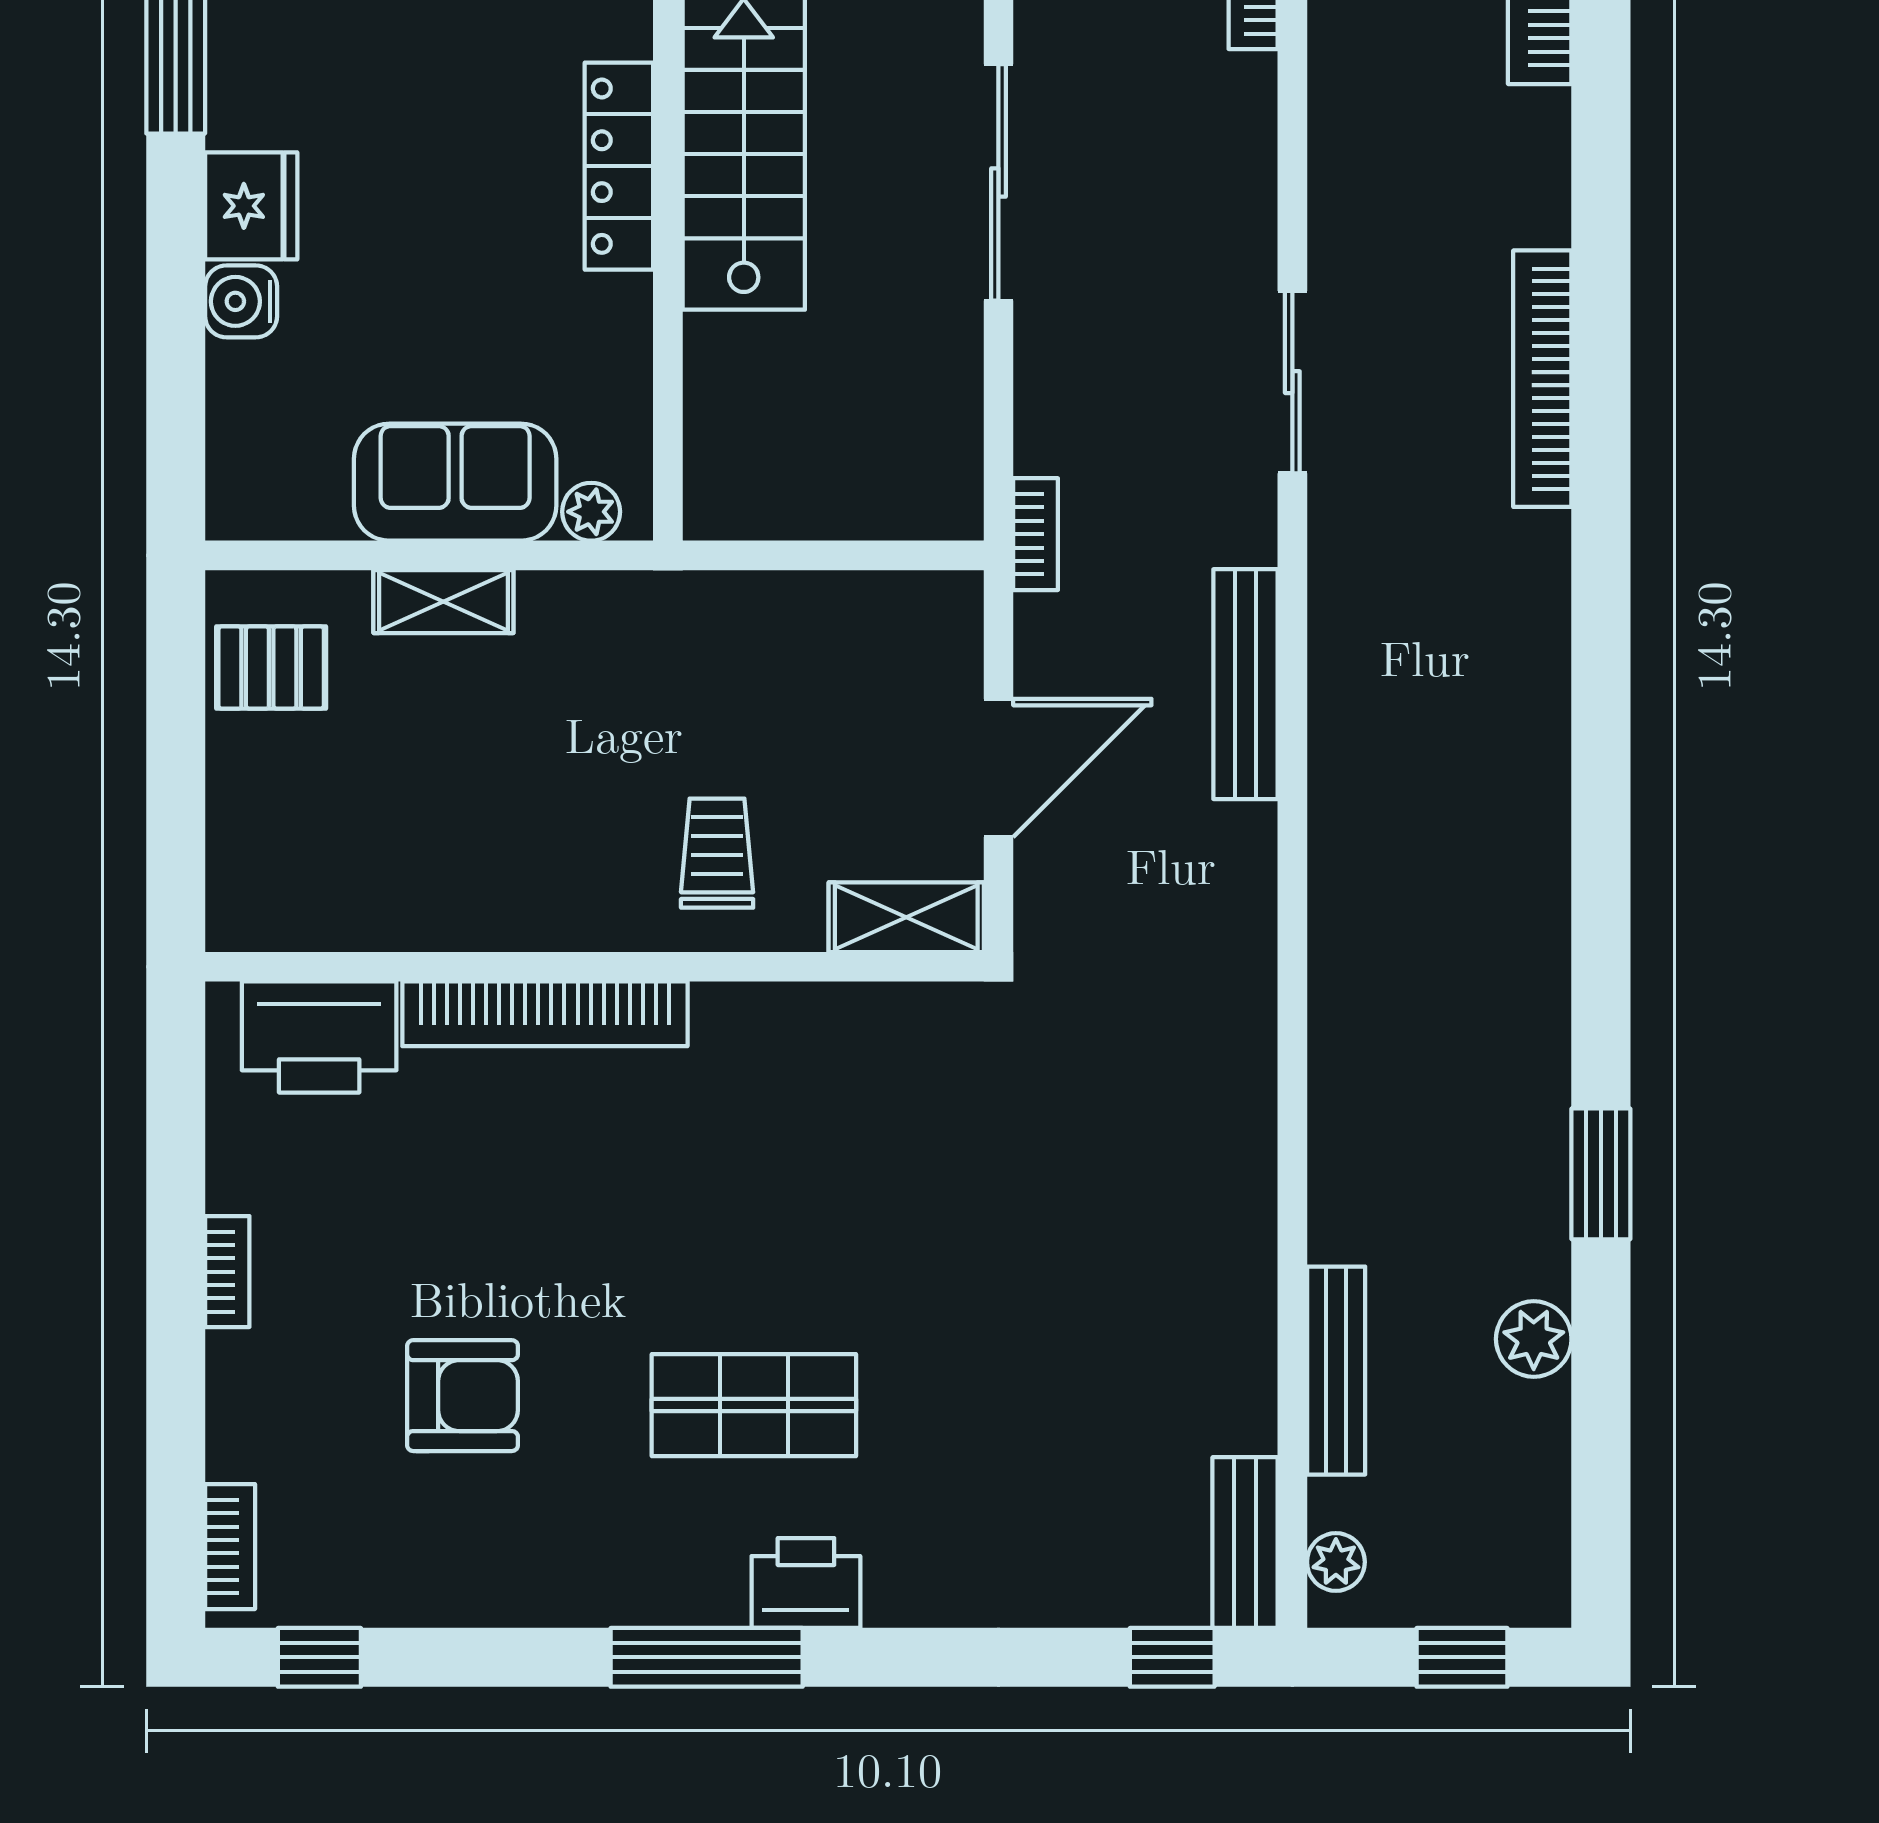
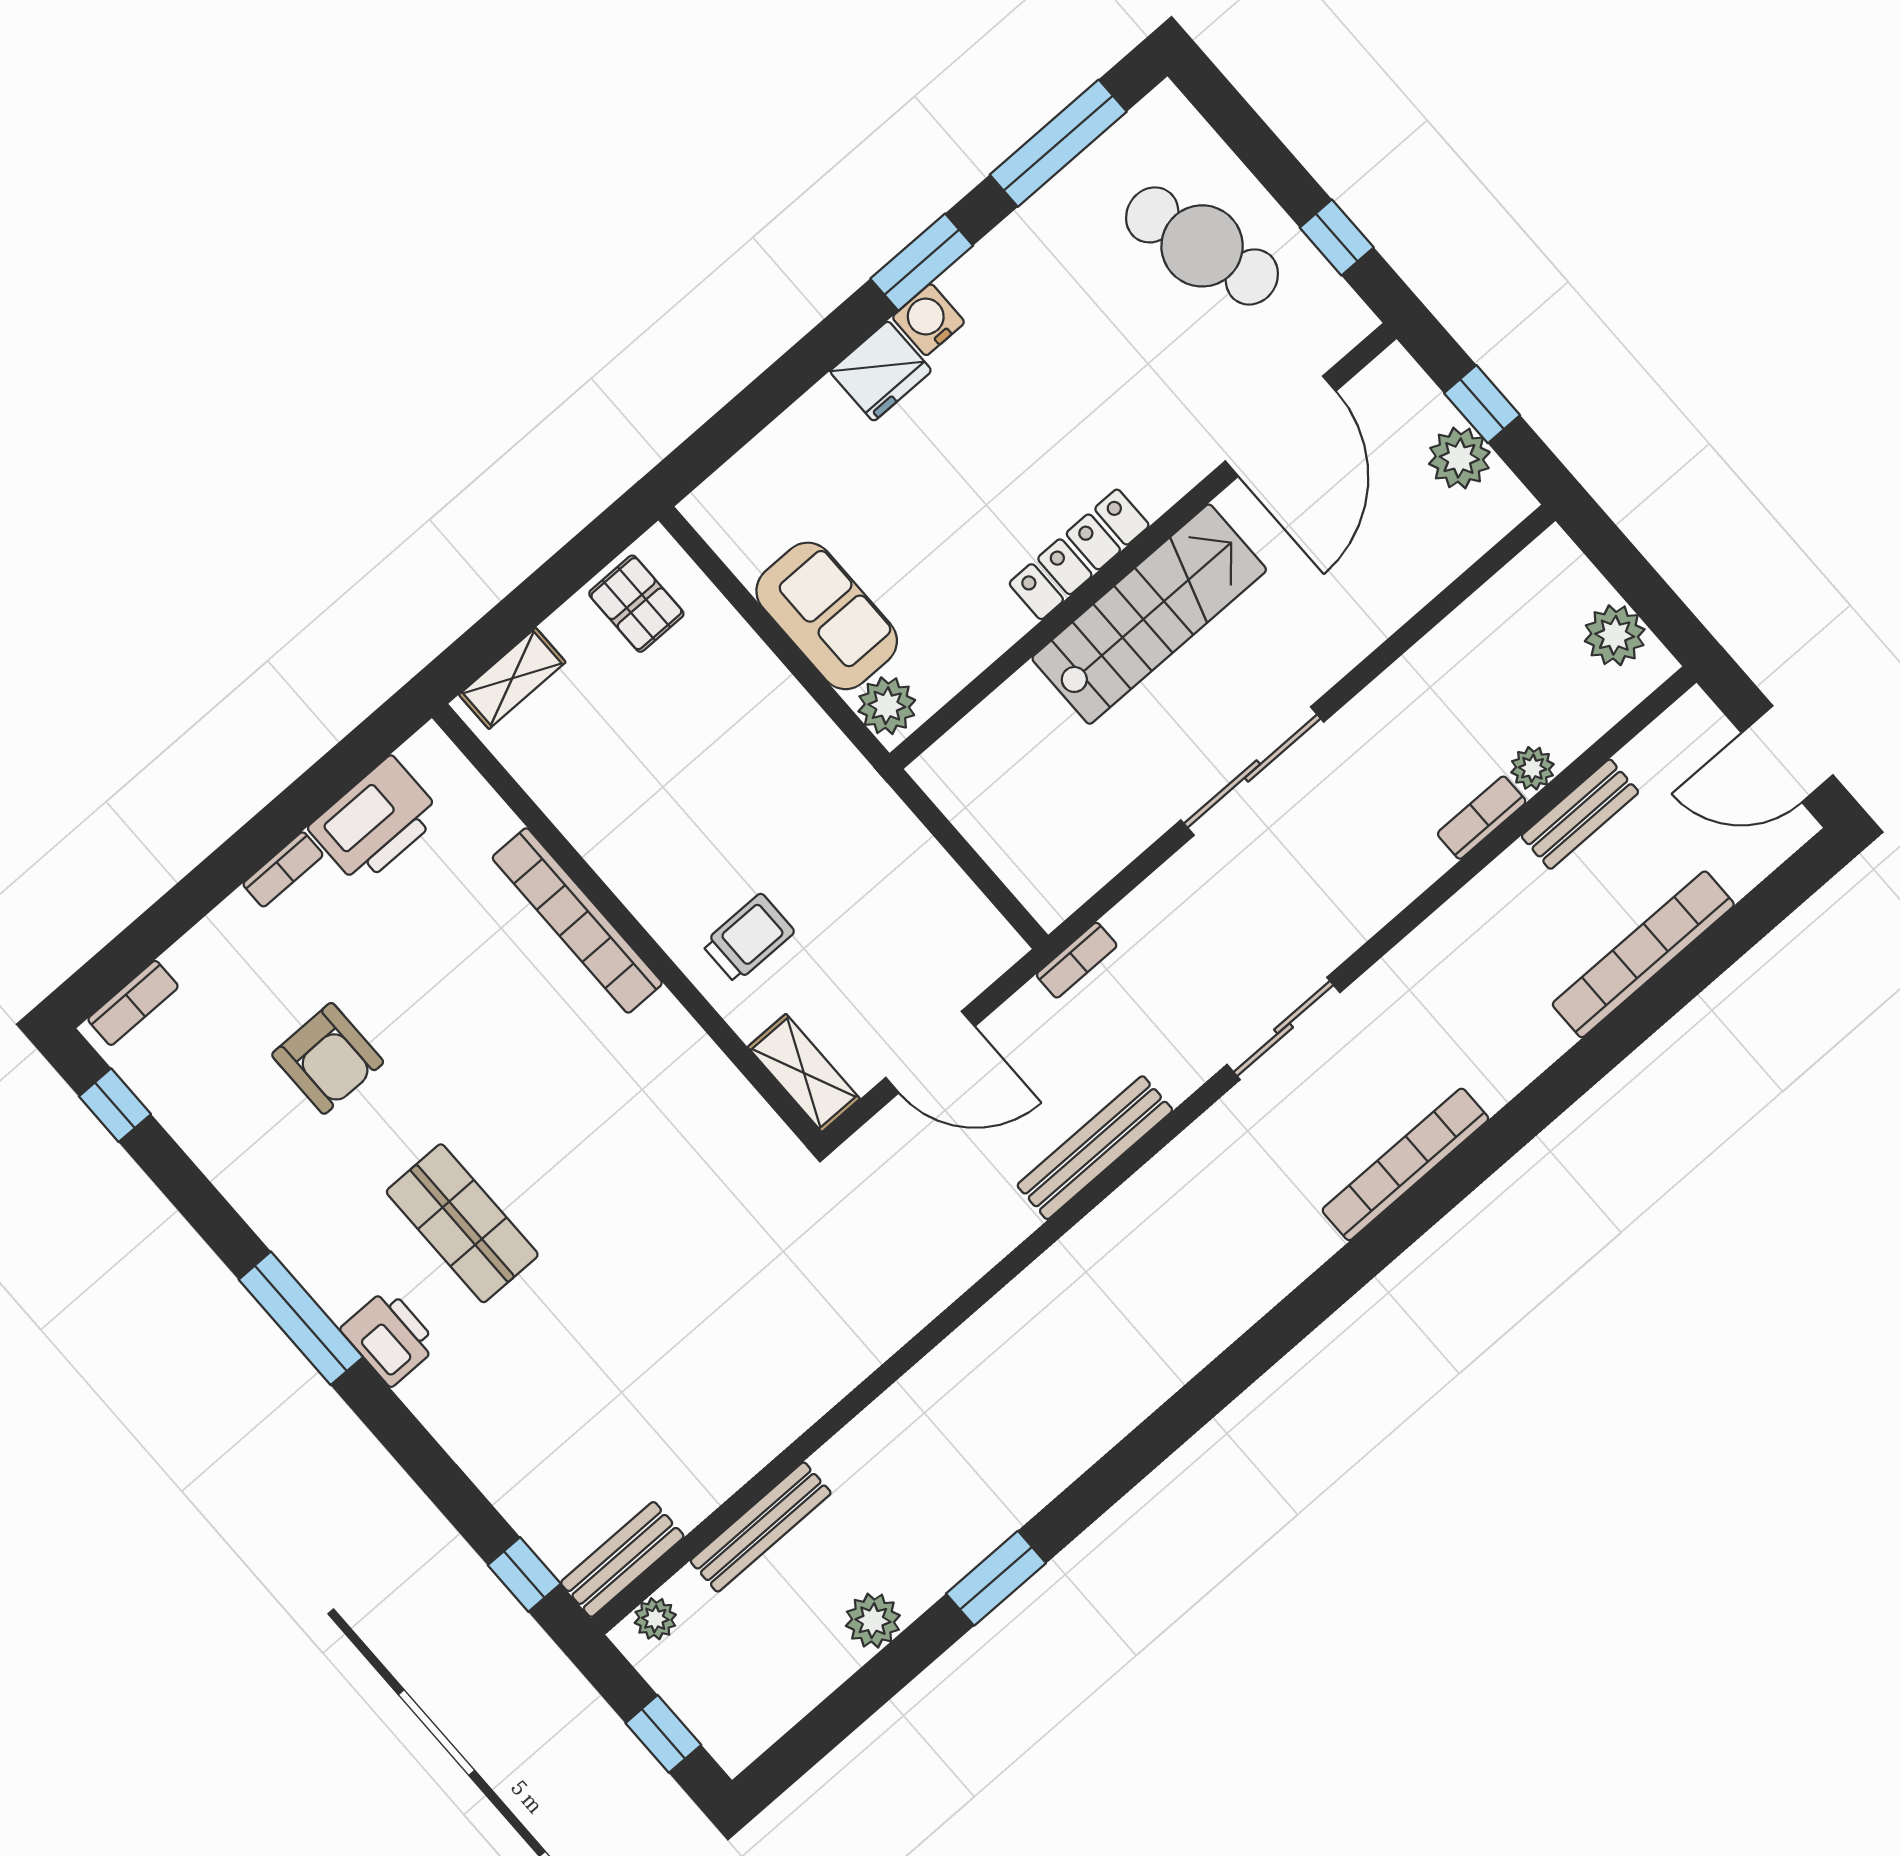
water cooler: (241, 301) -> (928, 320), moved
plant: (591, 512) -> (887, 706), width x1.38, depth x1.38
shelving: (443, 602) -> (512, 678), moved, turned 90
printer: (319, 1037) -> (375, 821), moved, turned -90

